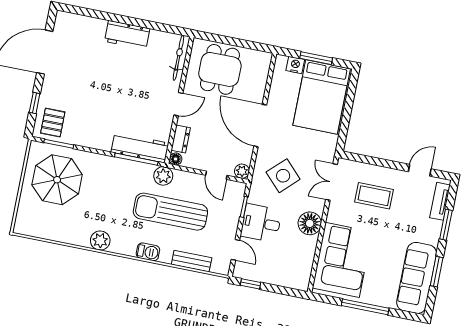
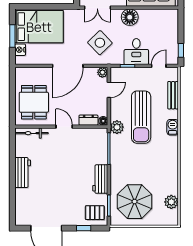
dining table: (220, 69) -> (34, 102), turned 90
workbench: (140, 148) -> (100, 179), moved, width x0.73
plant: (100, 241) -> (171, 202), moved

